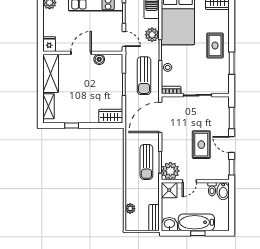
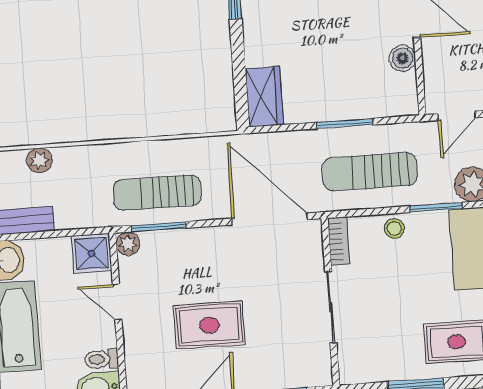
plant: (170, 171) -> (128, 244), width x0.53, depth x0.53

